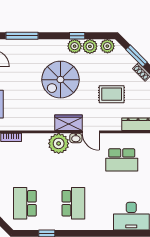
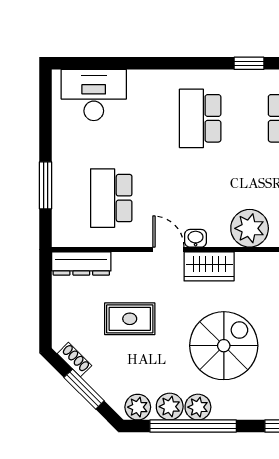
window: (77, 36) -> (193, 426), width x3.17
plant: (59, 143) -> (250, 228), moved
school desk: (122, 160) -> (111, 198), turned -90

